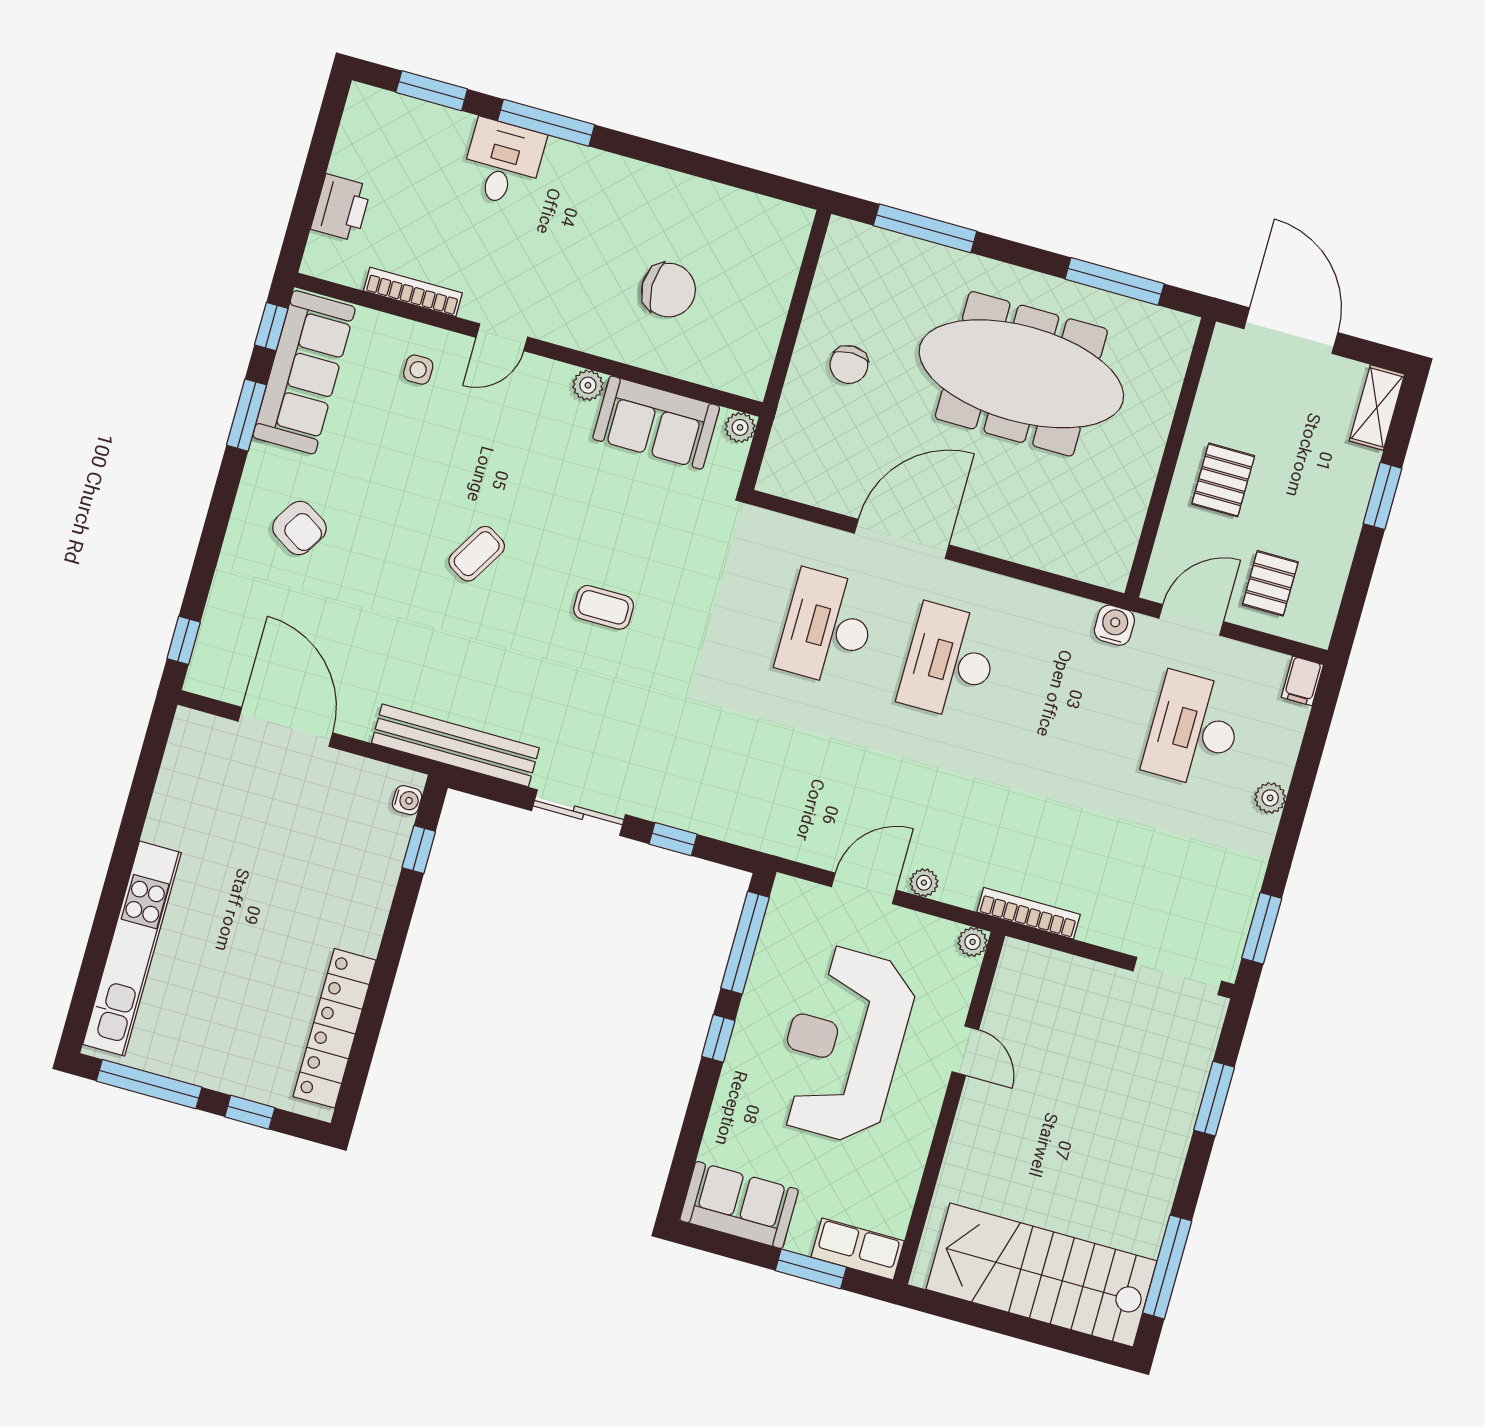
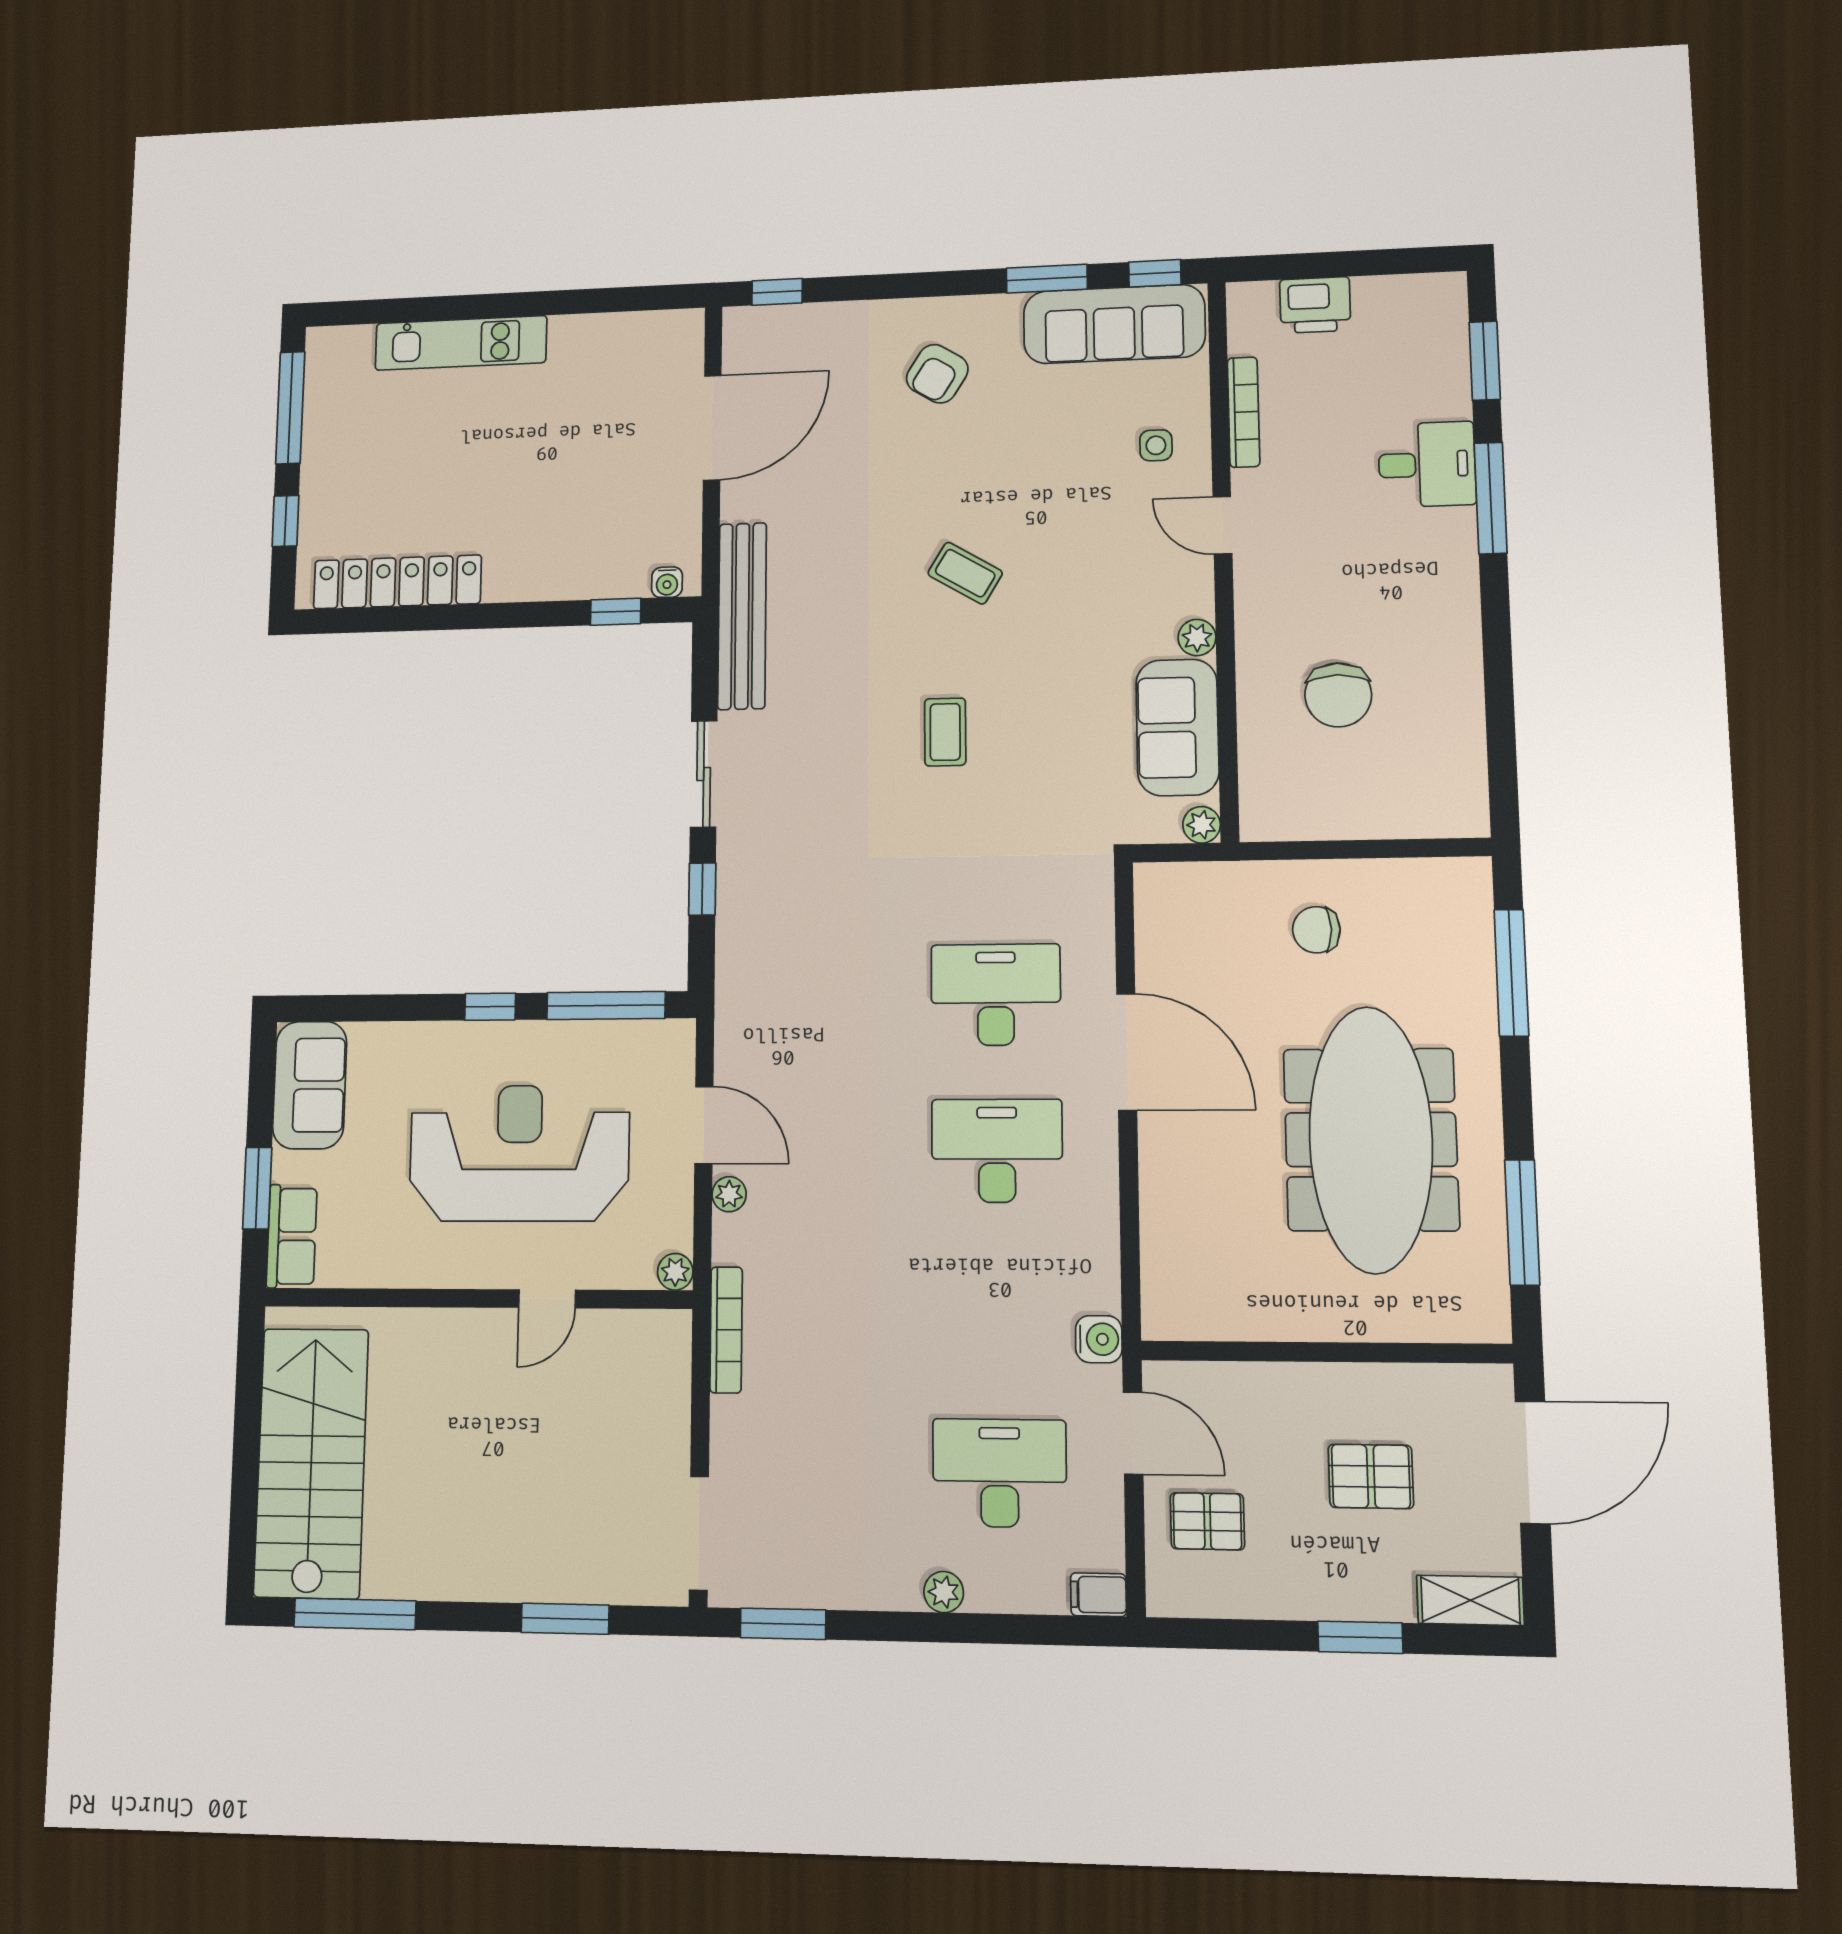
pallet: (1223, 480) -> (1371, 1476), moved
kitchen unit: (132, 948) -> (461, 343), width x0.73

